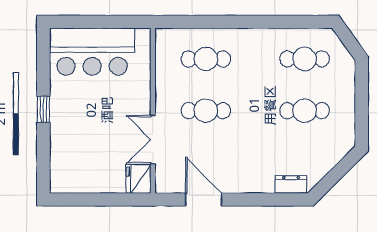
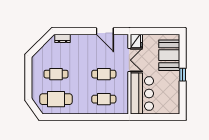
bar counter: (92, 52) -> (142, 93), moved, turned 90
cafe table: (305, 59) -> (56, 99), width x1.37, depth x1.35
booth: (71, 150) -> (169, 55), added

